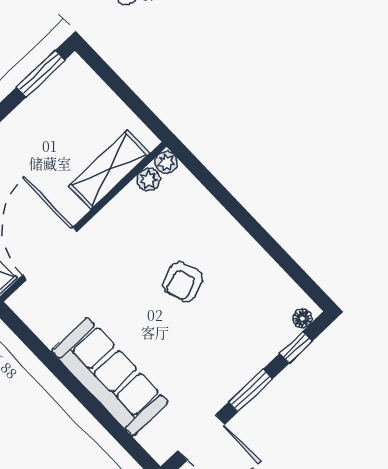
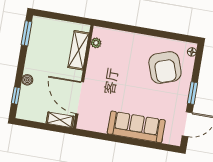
plant: (166, 162) -> (98, 32), removed
armchair: (183, 282) -> (165, 68), moved, width x1.88, depth x1.88
window: (296, 347) -> (197, 64), removed

